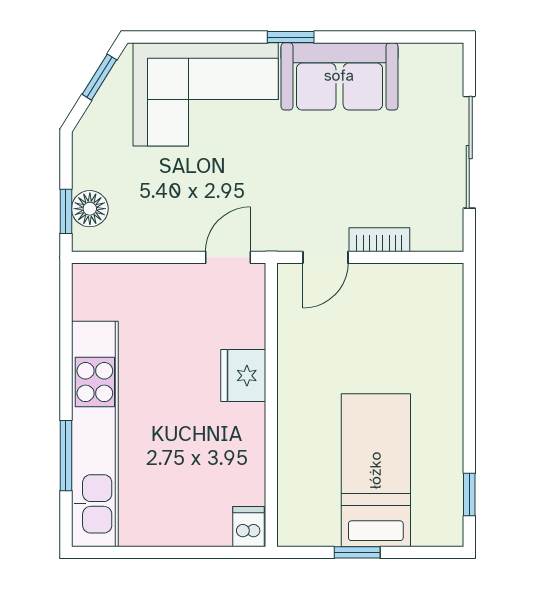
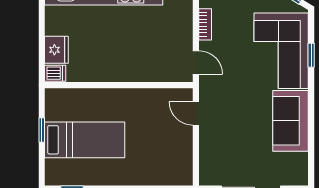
window: (291, 37) -> (311, 55), moved
bookcase: (379, 240) -> (205, 24), moved
fridge: (243, 376) -> (56, 50), moved, turned 90

